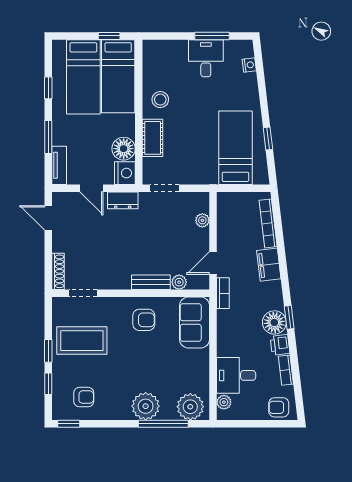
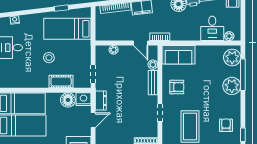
stool: (160, 100) -> (49, 58), moved
doorway: (83, 293) -> (160, 113), moved
armchair: (144, 320) -> (177, 87), turned 90

